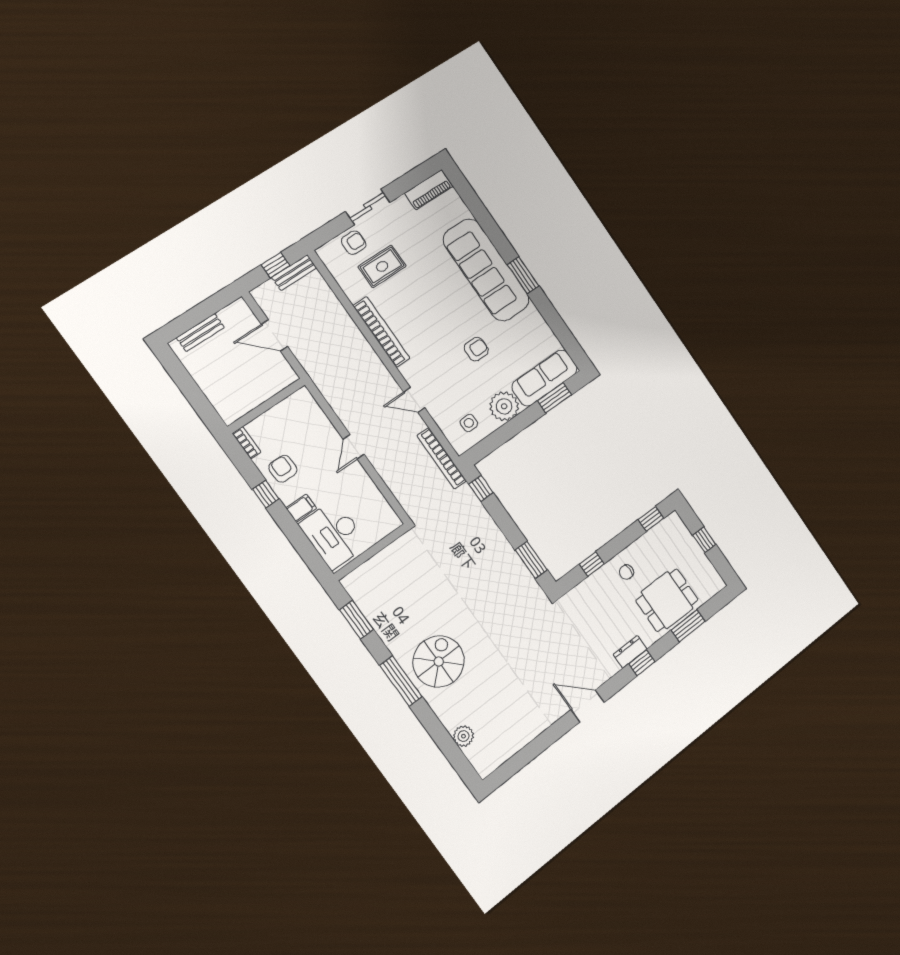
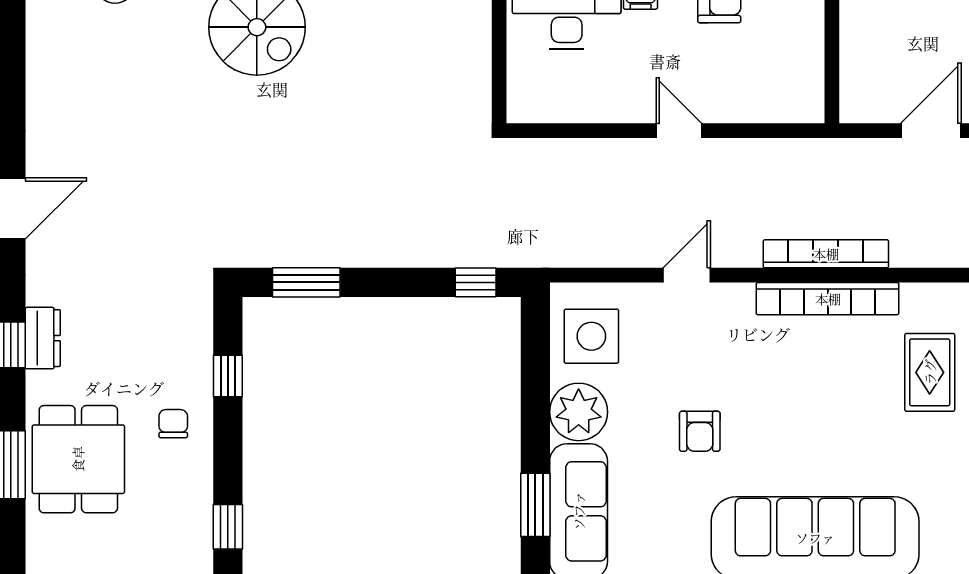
side table: (469, 423) -> (591, 336), width x1.87, depth x1.87
bookcase: (442, 458) -> (826, 254), moved

